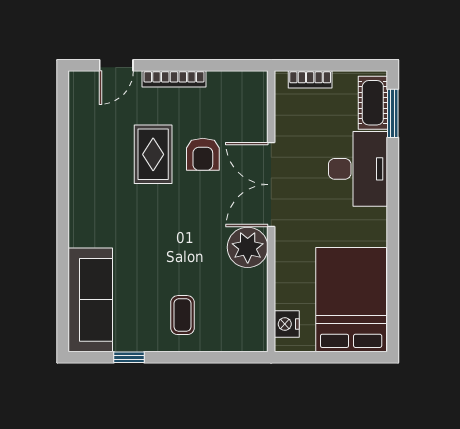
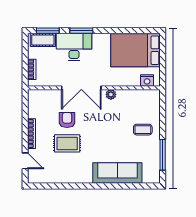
armchair: (203, 154) -> (67, 120), turned -90
window: (393, 185) -> (81, 31), added
plant: (248, 247) -> (111, 94), width x0.53, depth x0.53
sofa: (90, 300) -> (117, 173), moved
window: (129, 357) -> (163, 155), width x2.17

